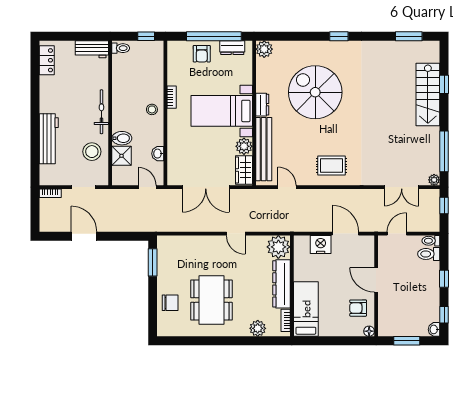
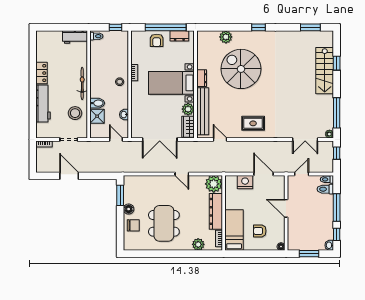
plant: (264, 49) -> (226, 37), moved
locker: (47, 60) -> (41, 73), moved
window: (444, 279) -> (337, 208), width x2.17
floor lamp: (164, 281) -> (129, 209), added
armchair: (358, 308) -> (260, 231), moved

